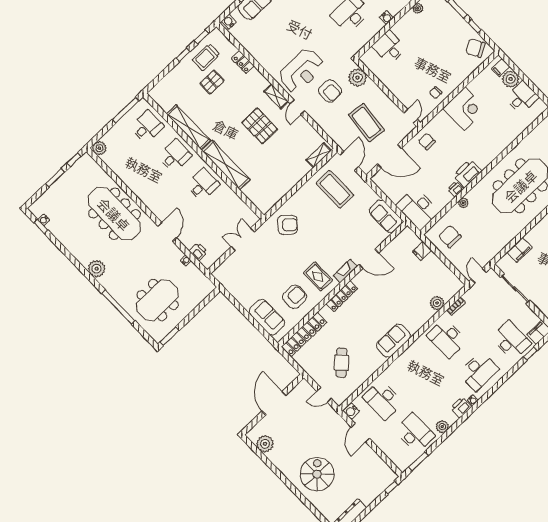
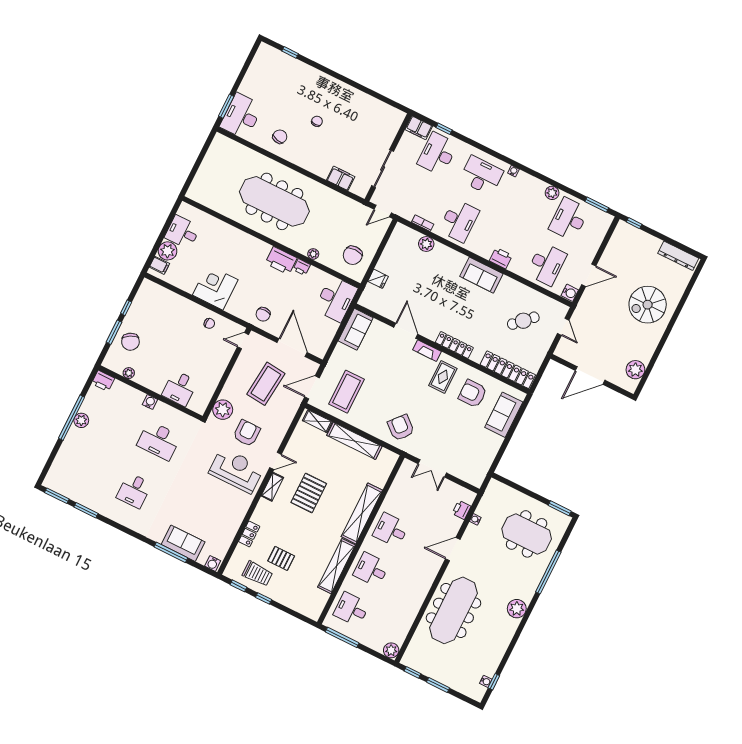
chair: (475, 48) -> (130, 342), moved
shelving: (290, 181) -> (354, 441), added
printer: (461, 407) -> (501, 258), moved, turned 180

